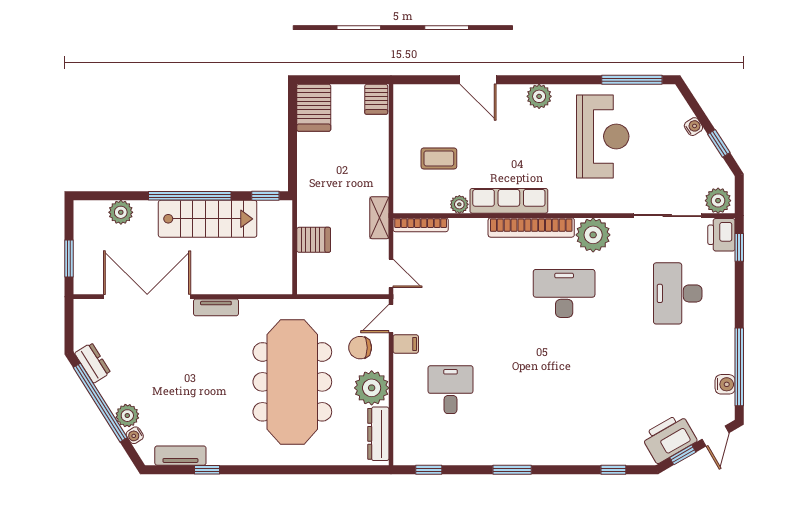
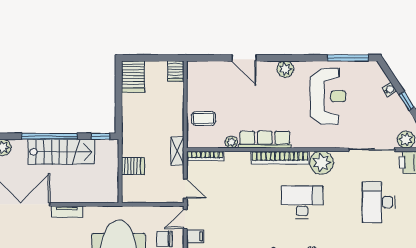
coffee table: (439, 158) -> (204, 118), moved

